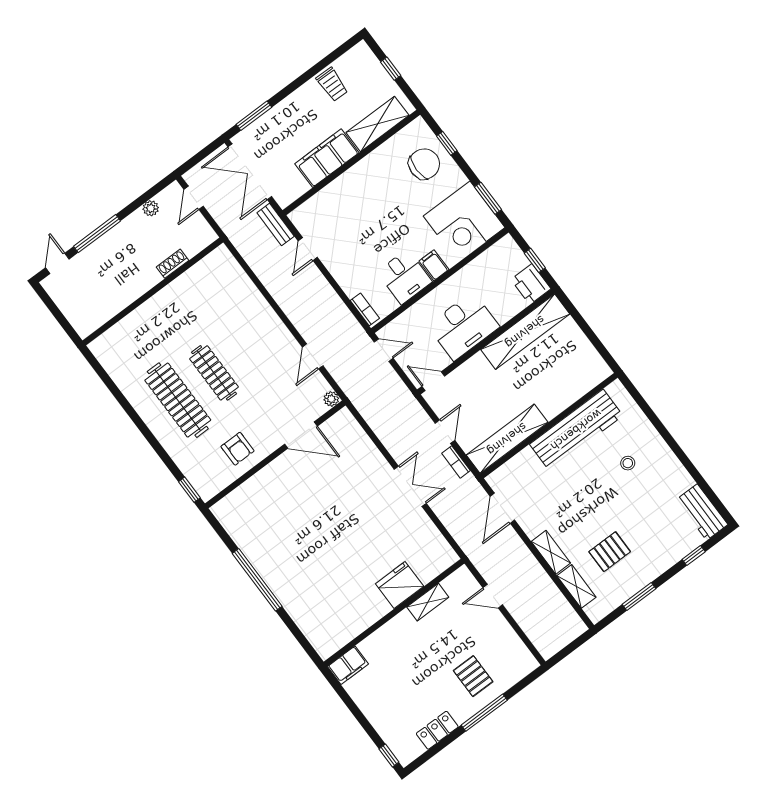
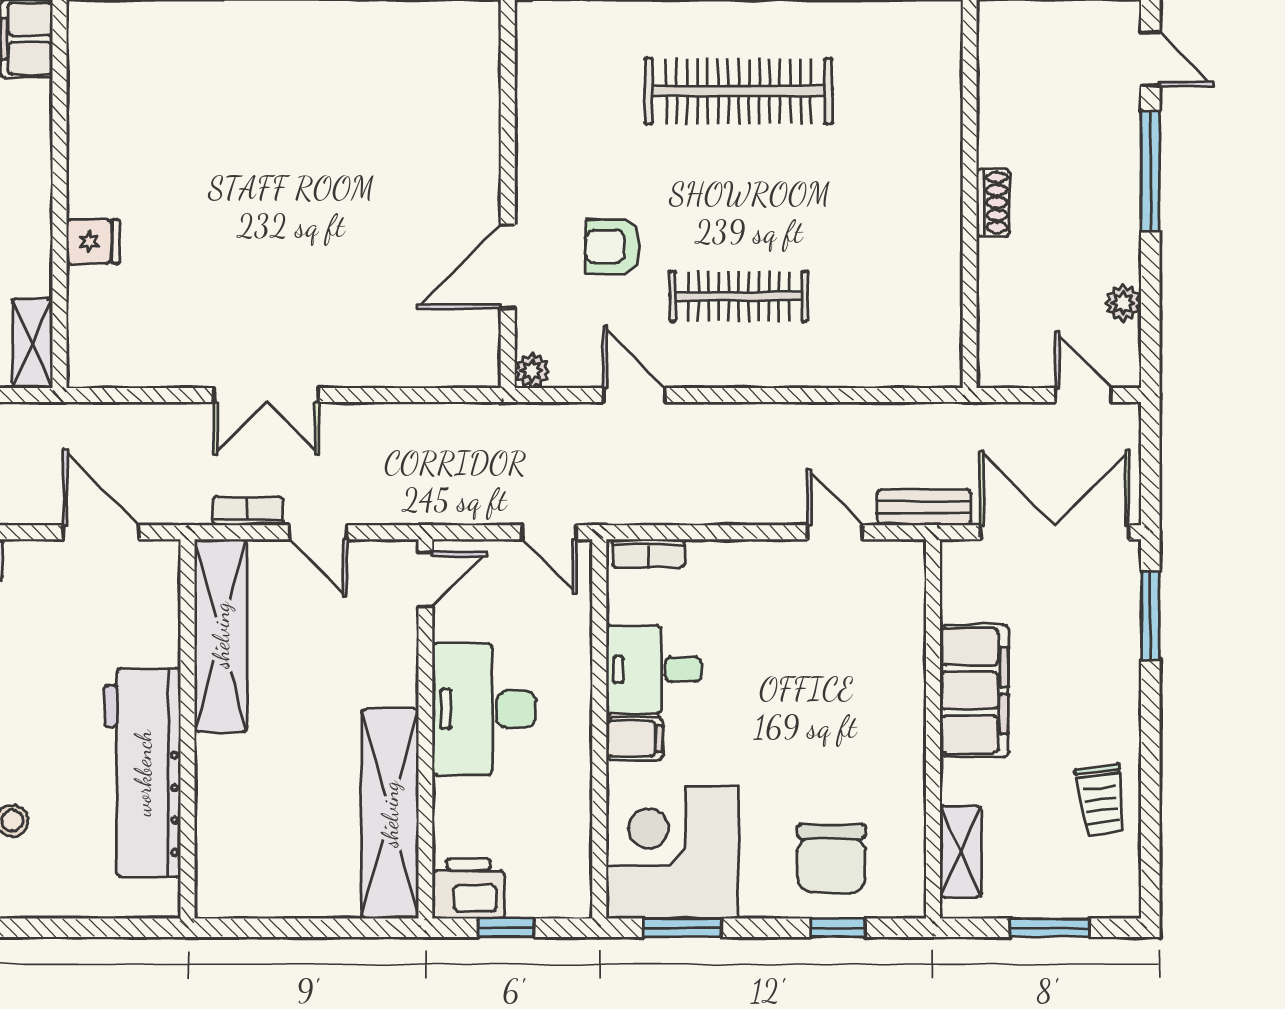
window: (391, 69) -> (1049, 928), width x1.50
trolley: (332, 84) -> (1101, 800), turned -98
shelving: (377, 124) -> (961, 852), width x0.67, depth x0.75
shoe rack: (173, 264) -> (993, 202), moved
door: (384, 350) -> (549, 532), hinge flipped
clothes rail: (214, 373) -> (739, 296), moved
armchair: (238, 449) -> (613, 247), moved
fridge: (400, 585) -> (93, 241), width x0.53, depth x0.75
shelving: (428, 602) -> (32, 343), moved

